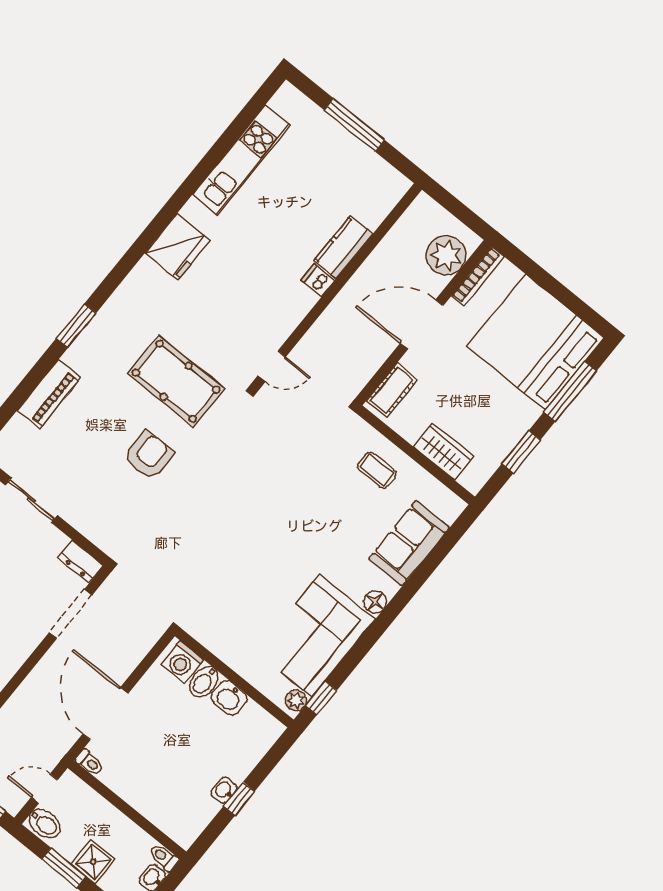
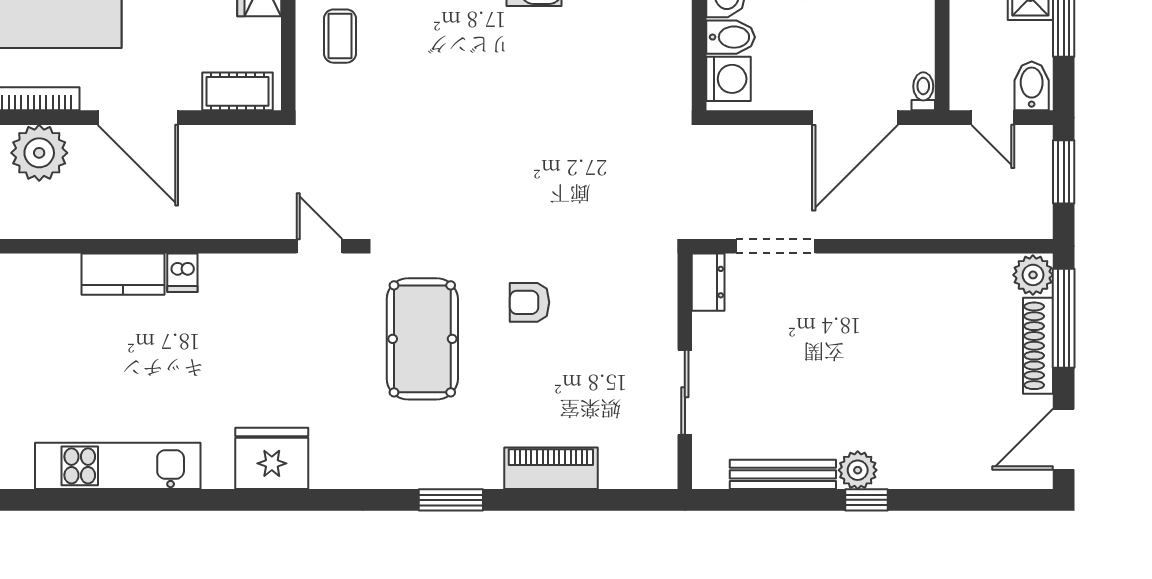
armchair: (149, 456) -> (530, 302), width x0.72, depth x0.72

